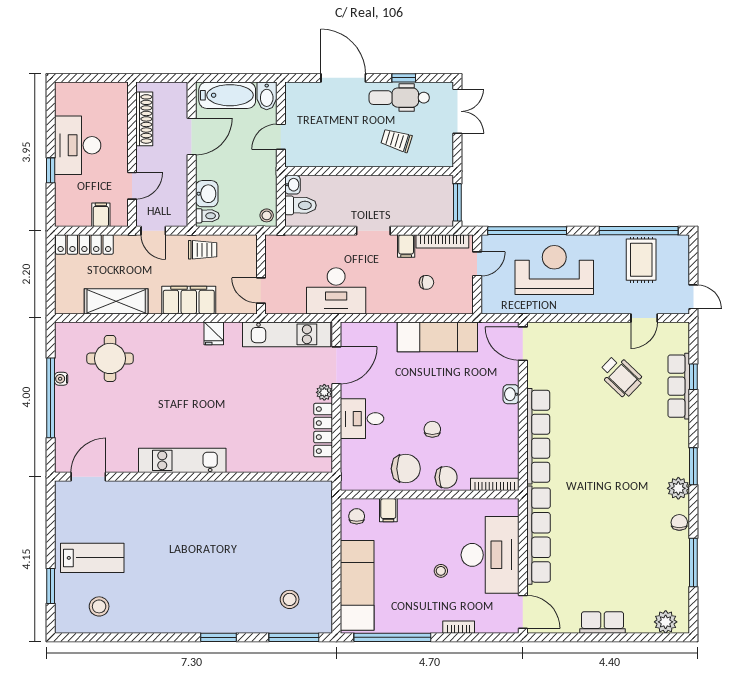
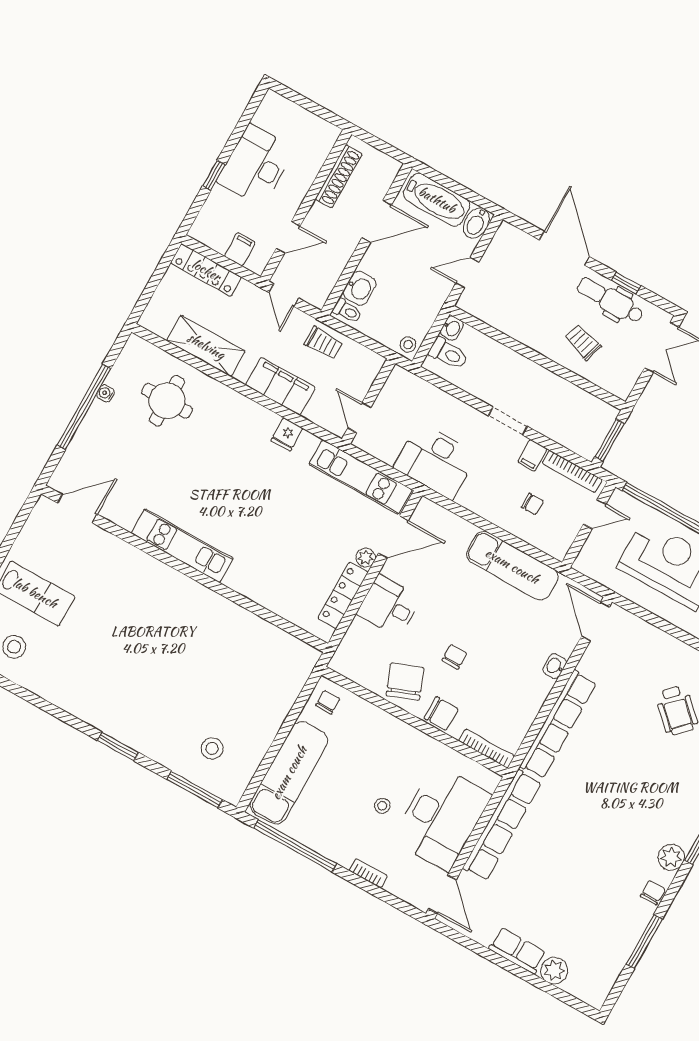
chair: (406, 469) -> (405, 682), turned -111
filing cabinet: (388, 510) -> (364, 714), removed
plant: (666, 622) -> (554, 971), moved

